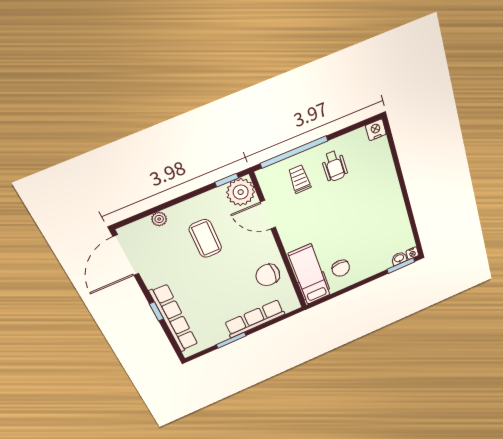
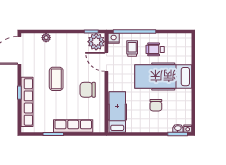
nightstand: (376, 130) -> (114, 38), moved
wheelchair: (334, 166) -> (155, 49), turned 90
hospital bed: (359, 200) -> (163, 77), added
coffee table: (205, 239) -> (56, 79), moved
chair: (341, 268) -> (156, 105), moved
chair: (268, 275) -> (88, 90), moved

